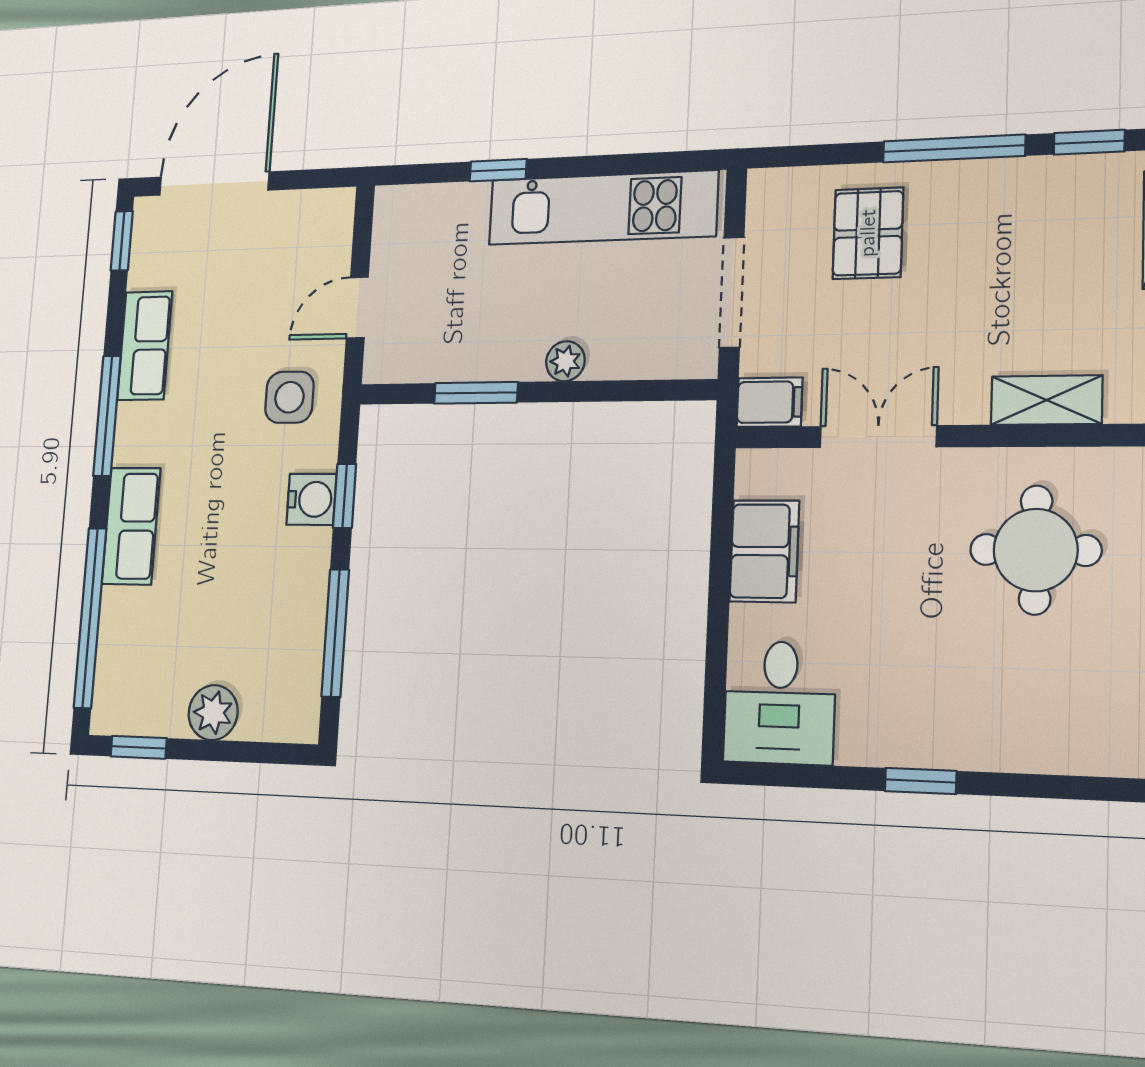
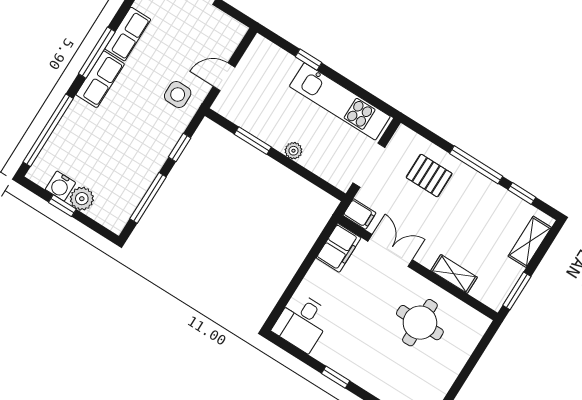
pallet: (868, 233) -> (429, 176), turned 90
water cooler: (311, 499) -> (60, 186), moved, turned 90
row of seats: (131, 526) -> (100, 79), moved
filing cabinet: (764, 551) -> (339, 248), moved
window: (139, 747) -> (62, 206), moved

